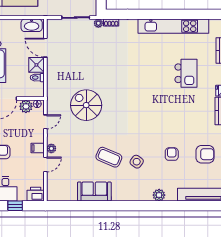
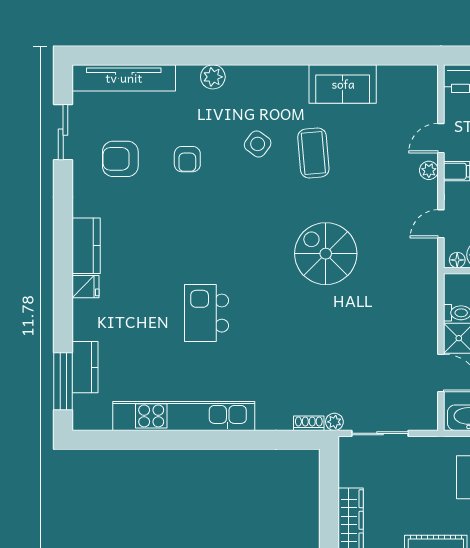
kitchen island: (186, 73) -> (207, 313), moved
spiral stairs: (86, 105) -> (326, 254), moved, turned 180
coffee table: (109, 157) -> (313, 153), turned 62

